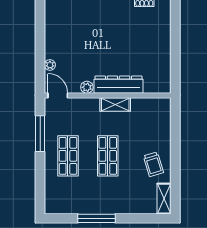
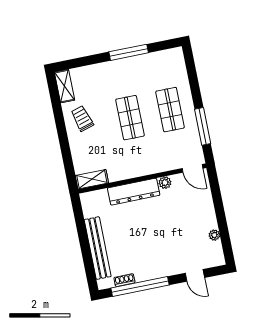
bench: (164, 38) -> (98, 248), added
plant: (50, 65) -> (214, 235), moved
shelving: (115, 105) -> (92, 179), moved

